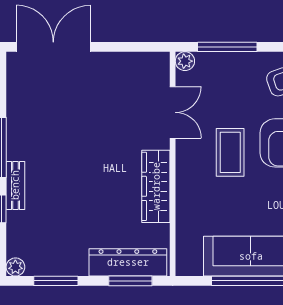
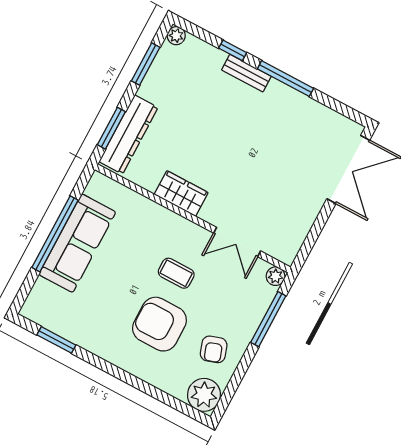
coffee table: (230, 152) -> (176, 273), width x0.73, depth x0.77
wardrobe: (156, 186) -> (181, 194), width x0.67

